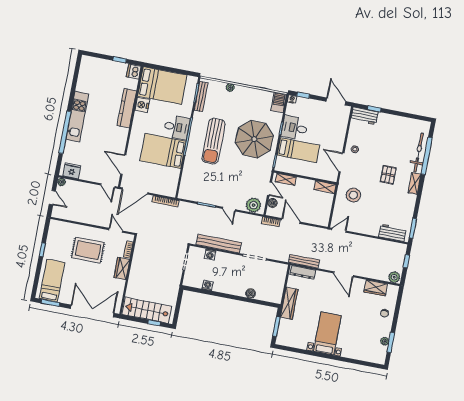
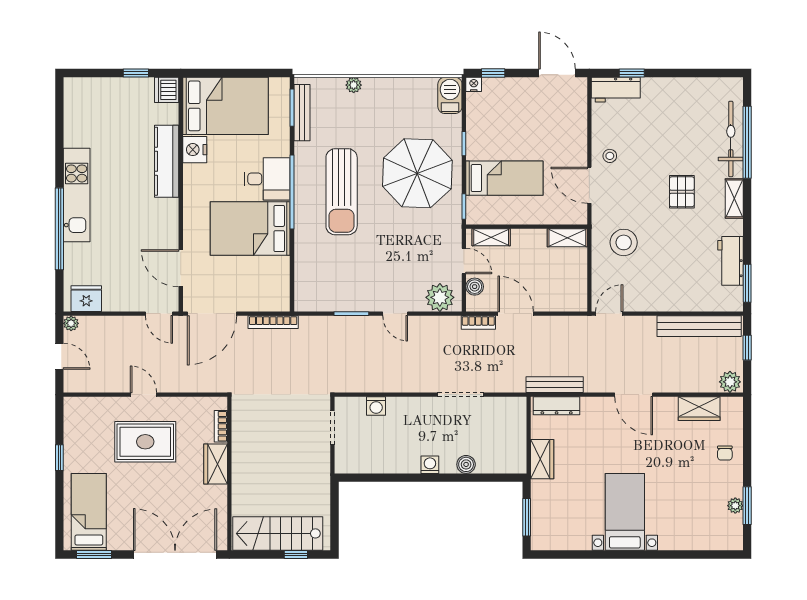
desk: (295, 128) -> (489, 138), removed
door: (116, 230) -> (143, 395), moved
workbench: (392, 233) -> (730, 261), moved, turned -90
bench: (219, 244) -> (699, 326), moved
washing machine: (208, 285) -> (430, 465), moved
wardrobe: (289, 303) -> (542, 459), width x0.67

